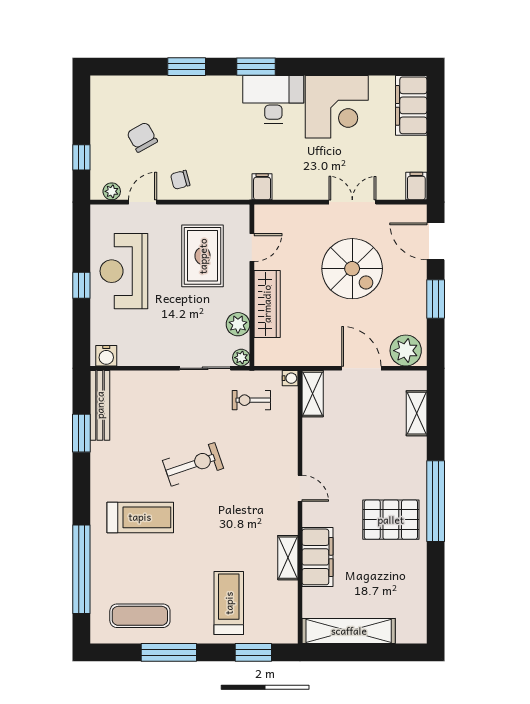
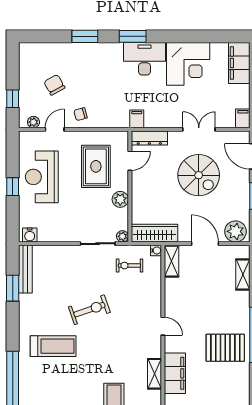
dresser: (280, 215) -> (149, 138), added
wardrobe: (267, 304) -> (154, 233), moved, turned -90
plant: (238, 324) -> (120, 199), moved

